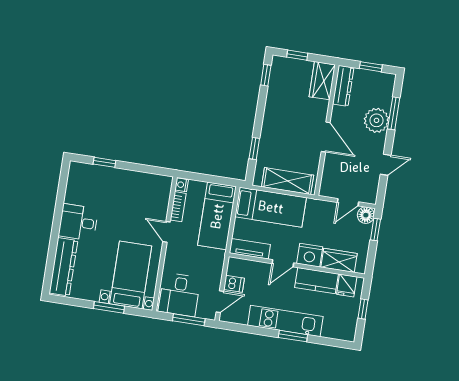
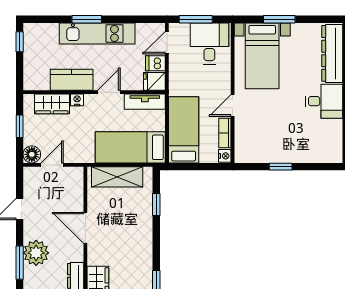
window: (104, 162) -> (281, 167), moved
window: (375, 229) -> (20, 126), moved
door: (167, 232) -> (233, 105), swing flipped
nightstand: (310, 255) -> (77, 100), width x0.53, depth x0.56
fridge: (347, 286) -> (154, 81), moved, turned -90
window: (363, 309) -> (20, 42), moved

